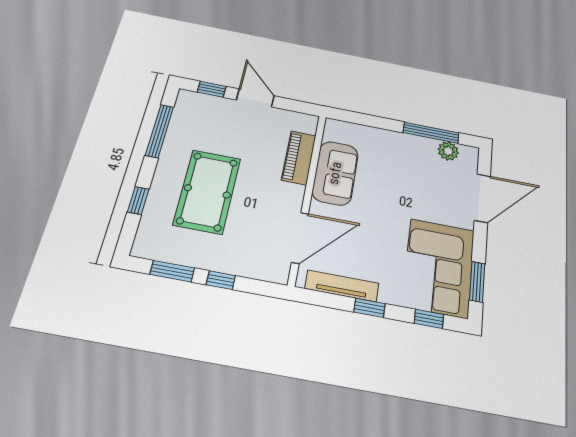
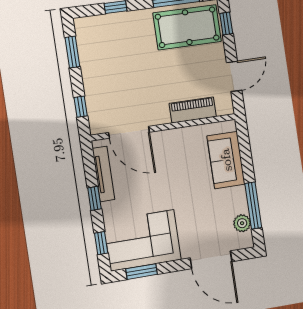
door: (255, 98) -> (234, 76), moved
sofa: (335, 173) -> (226, 160), moved, turned 90
pool table: (207, 191) -> (187, 27), moved
window: (221, 280) -> (81, 107), moved

